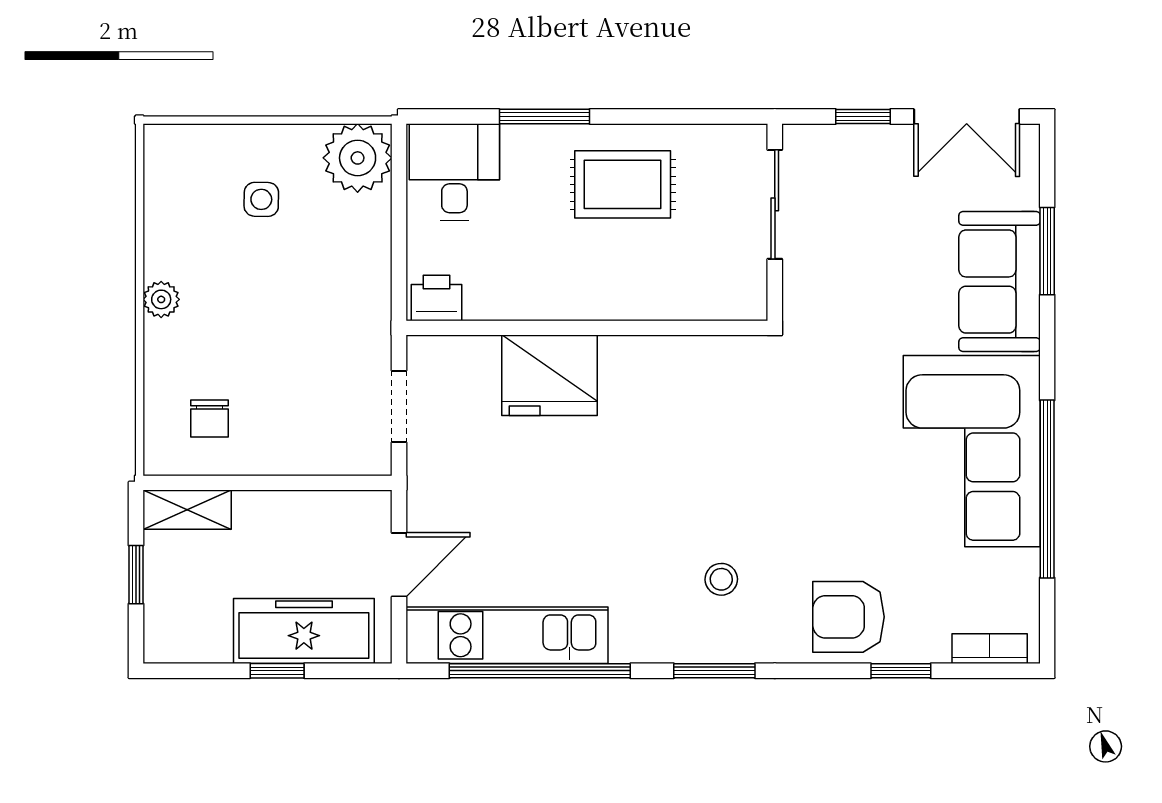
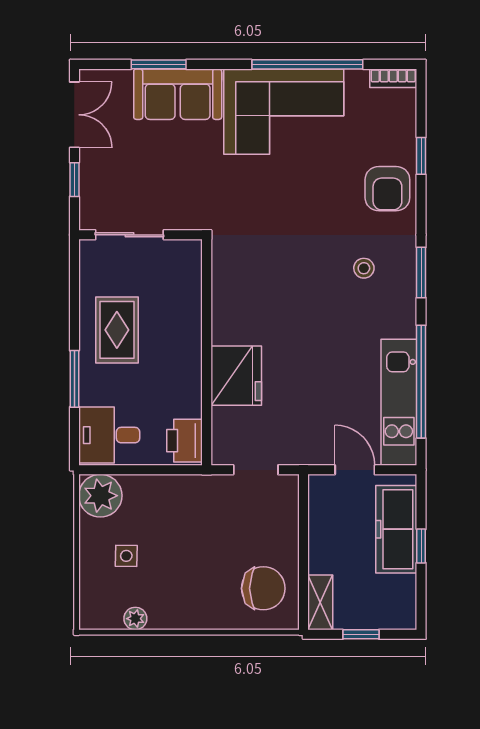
printer: (436, 298) -> (185, 441), width x1.36, depth x1.24
plant: (161, 299) -> (135, 619), moved
chair: (210, 418) -> (263, 588), width x1.87, depth x1.87
bookcase: (990, 649) -> (393, 78), moved, turned -90

